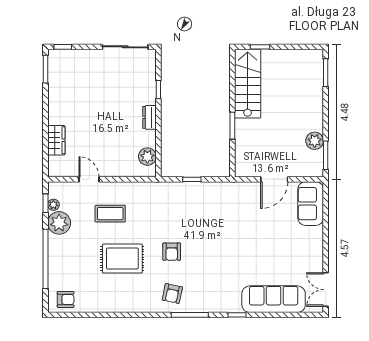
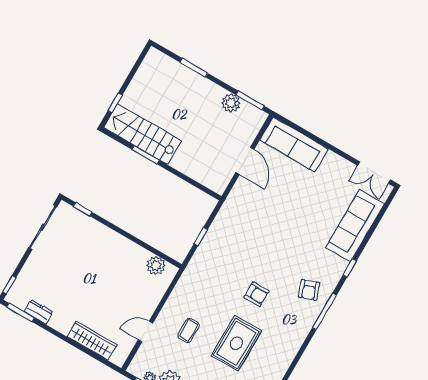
window: (326, 73) -> (194, 68), moved
window: (158, 90) -> (83, 209), moved
dresser: (149, 117) -> (39, 312), moved, turned 180
window: (232, 126) -> (146, 155), moved
wardrobe: (56, 140) -> (92, 341), width x1.50
sofa: (311, 204) -> (294, 144), width x1.36
coffee table: (110, 214) -> (189, 330), width x0.73, depth x0.77
armchair: (172, 293) -> (309, 290), moved, turned 58

